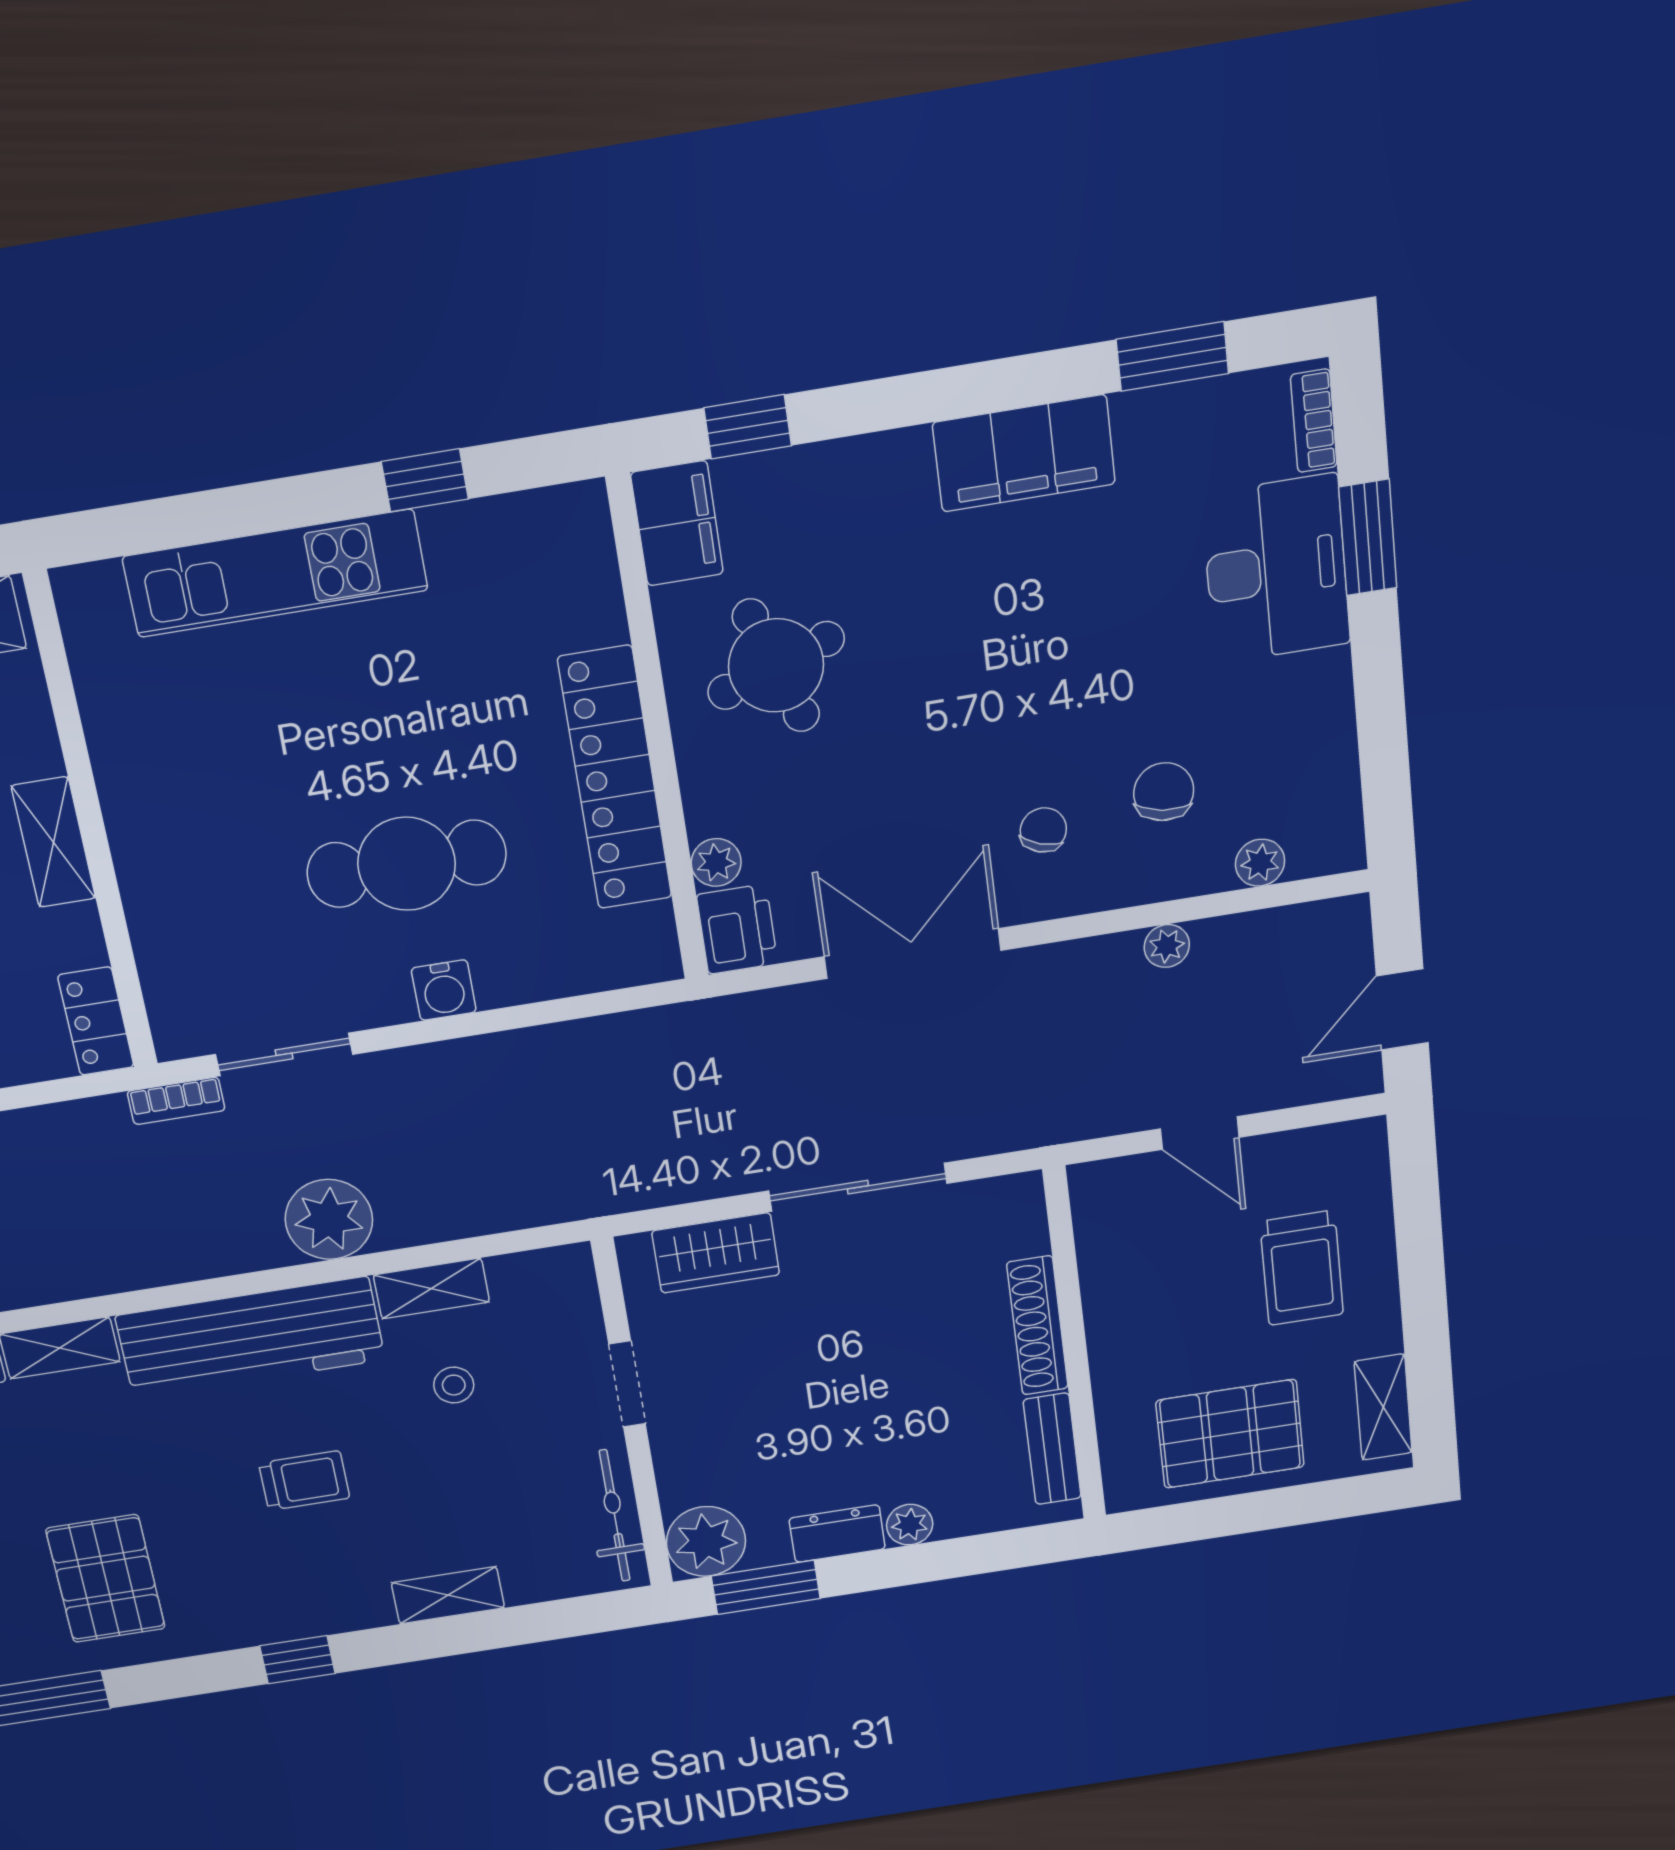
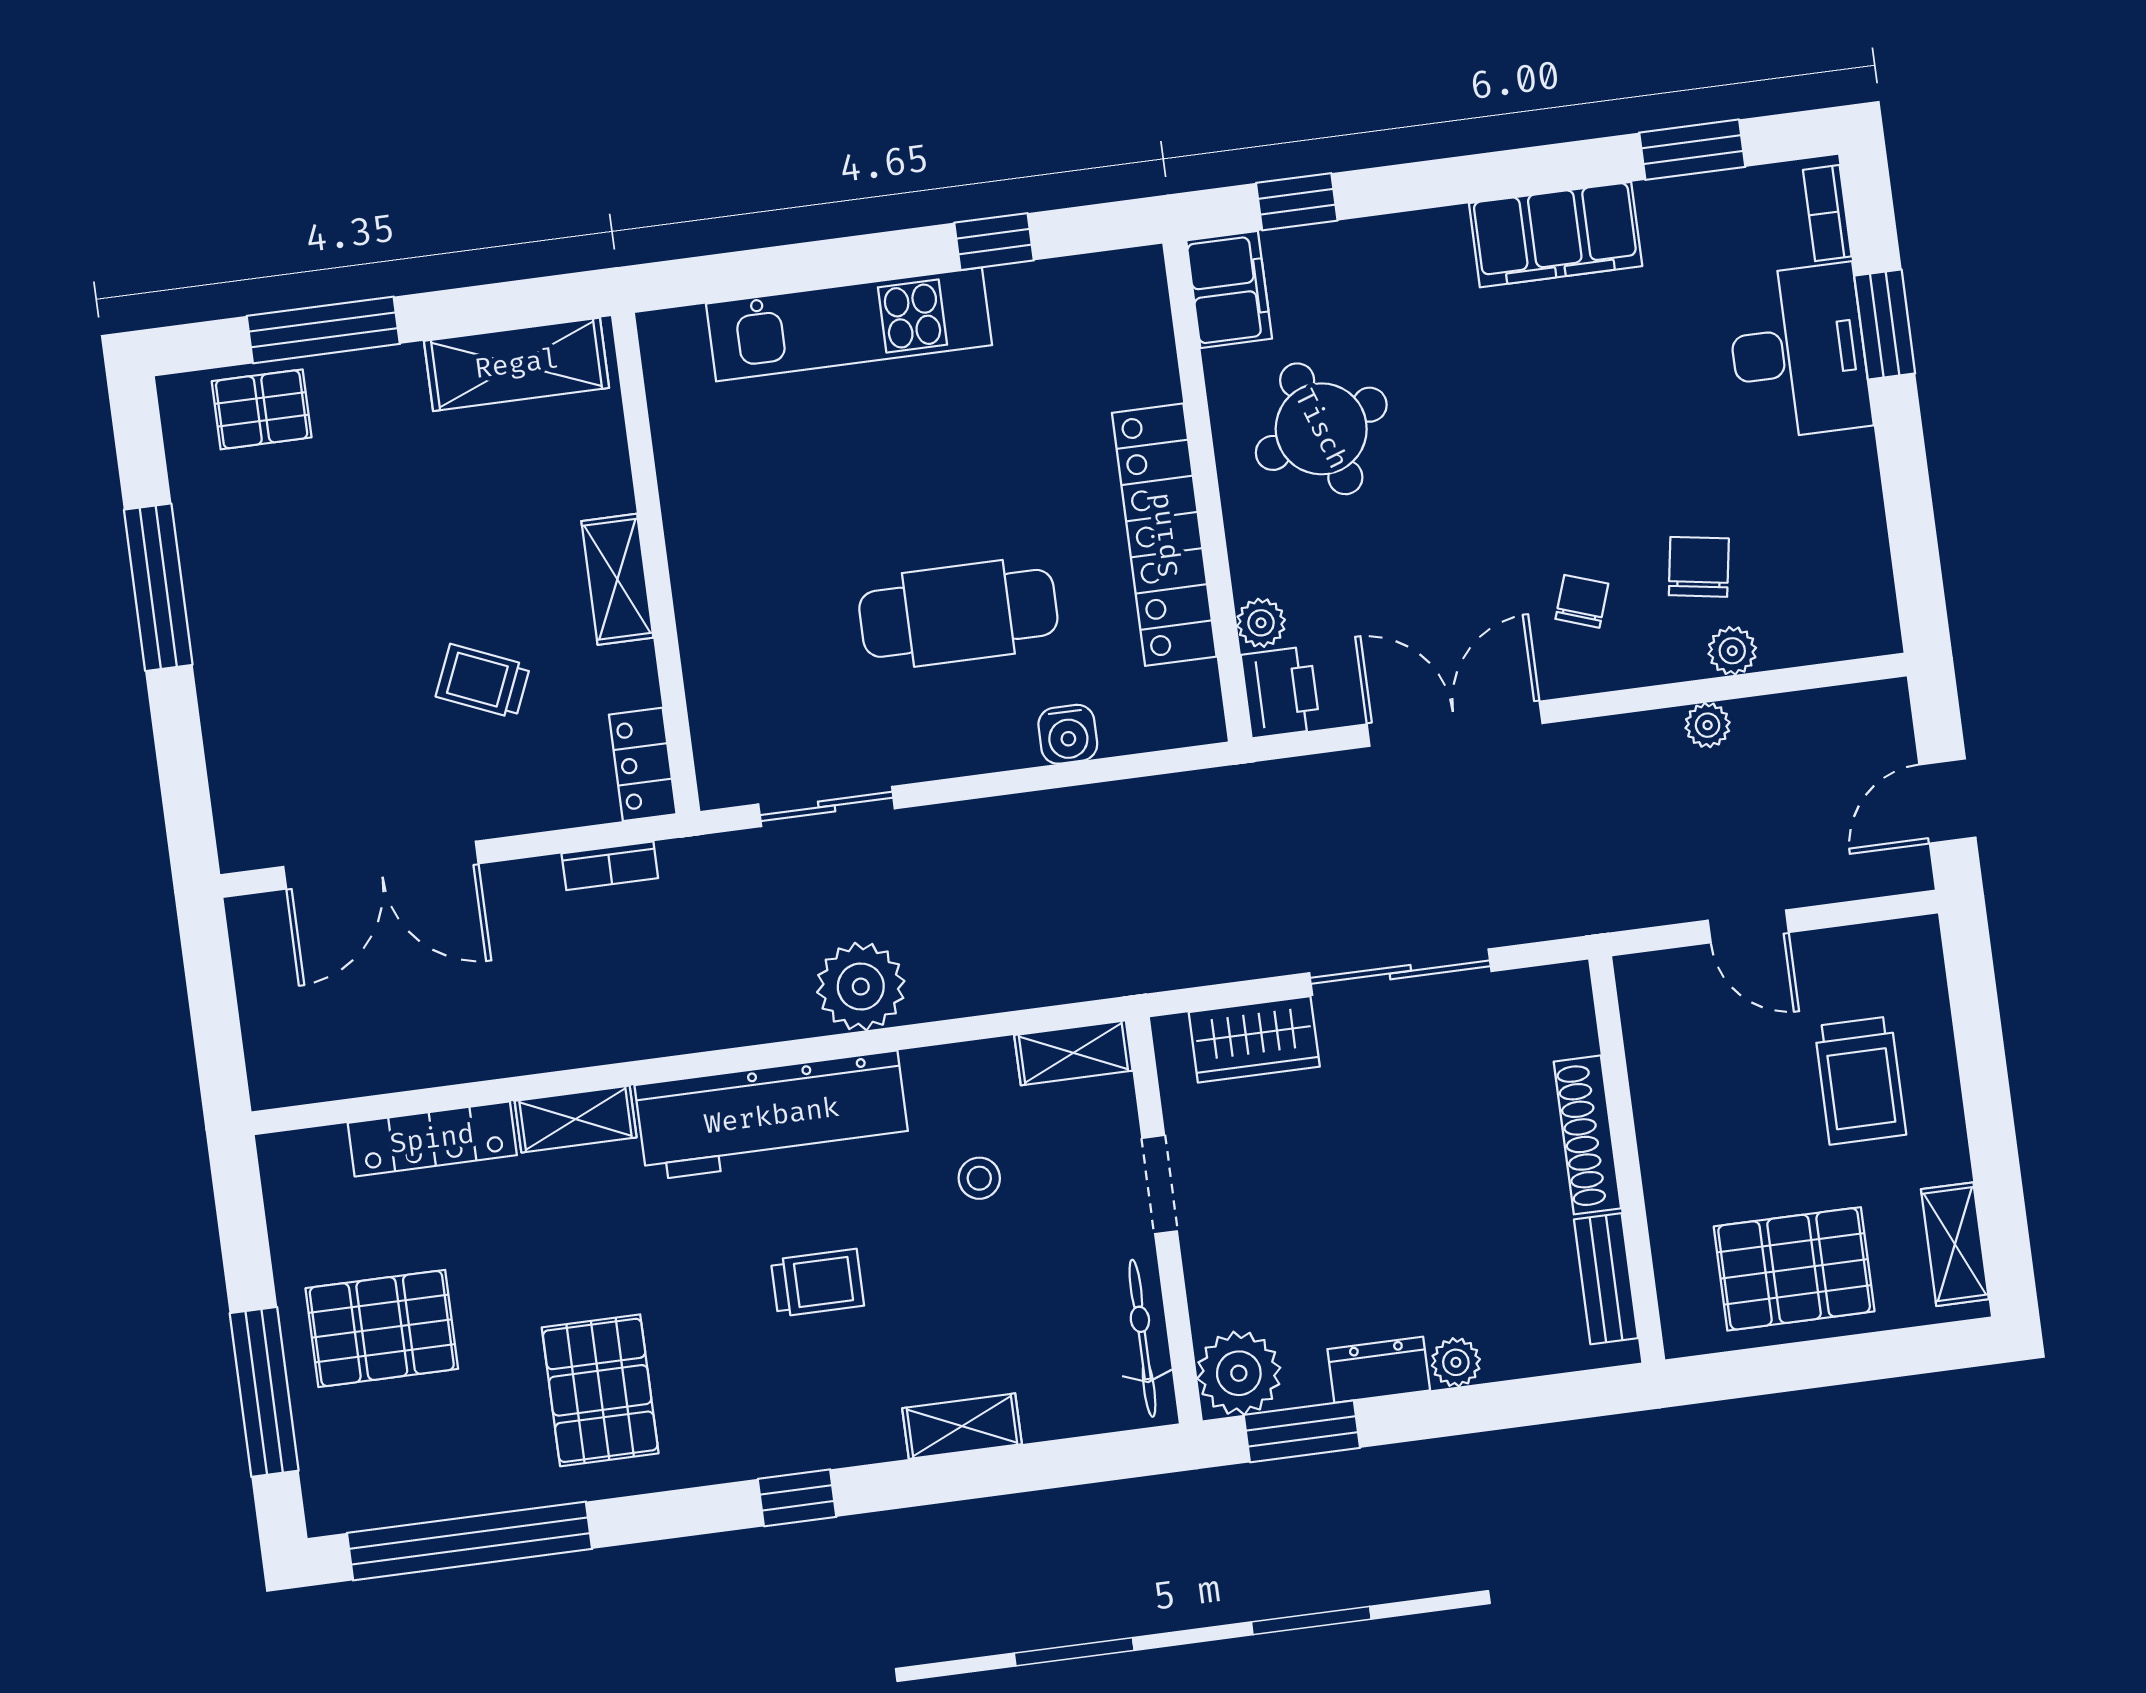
plant: (1260, 863) -> (1732, 651), moved
water cooler: (444, 990) -> (1068, 734), moved
bookcase: (176, 1101) -> (610, 866), moved
shelving: (431, 1289) -> (1073, 1053), moved

